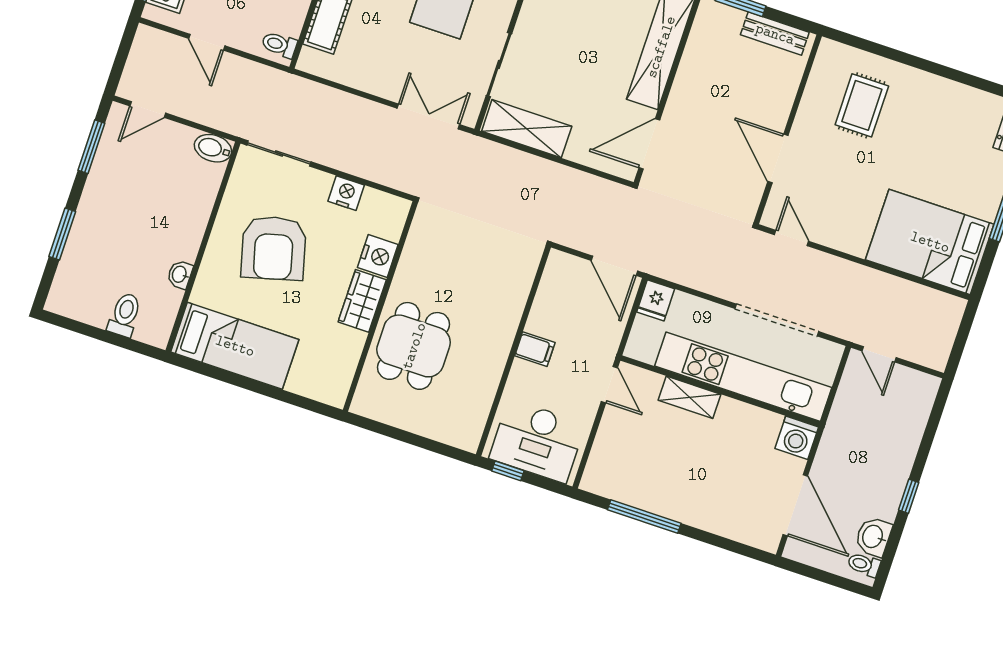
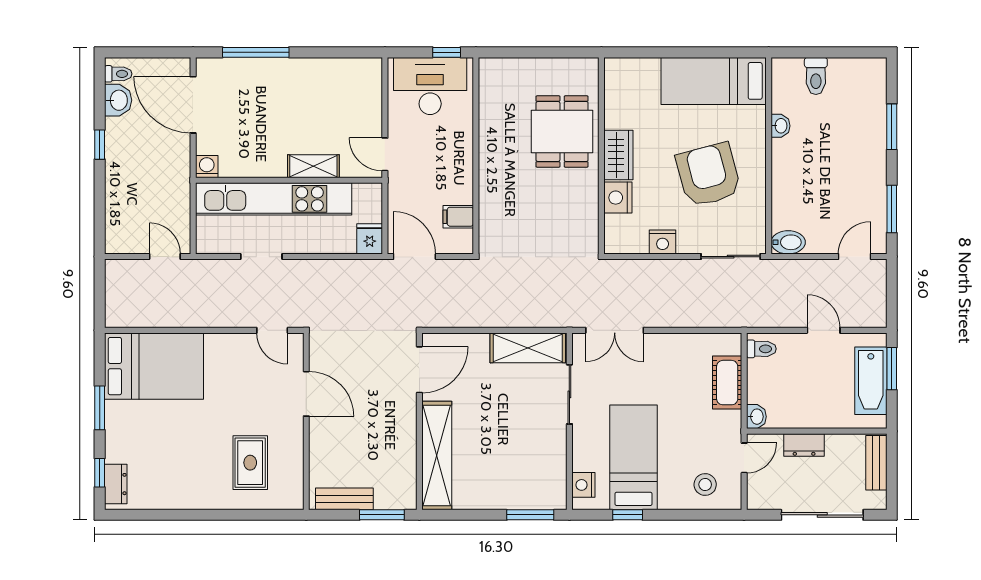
doorway: (777, 320) -> (261, 257), width x0.53
filing cabinet: (535, 349) -> (458, 217), moved
washing machine: (797, 438) -> (207, 167), width x0.73, depth x0.73
window: (644, 516) -> (256, 52), moved

